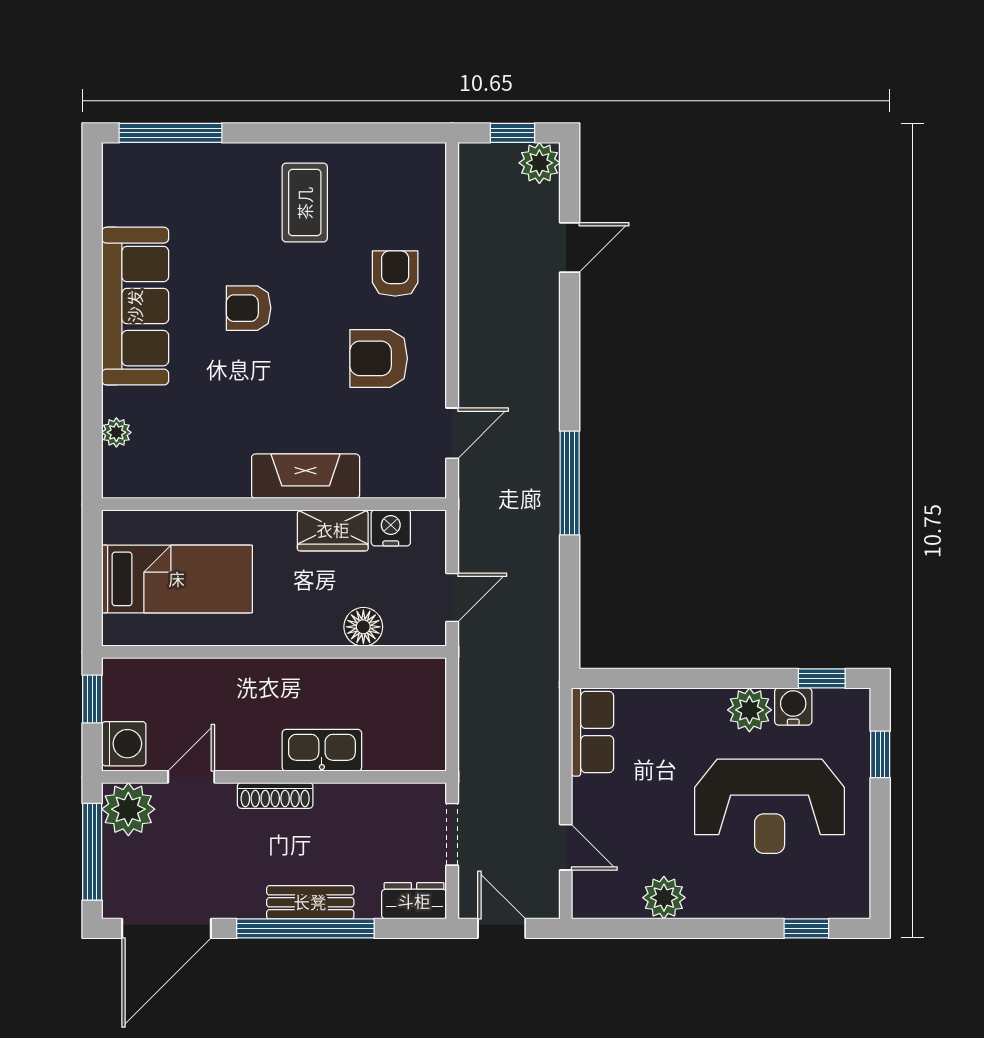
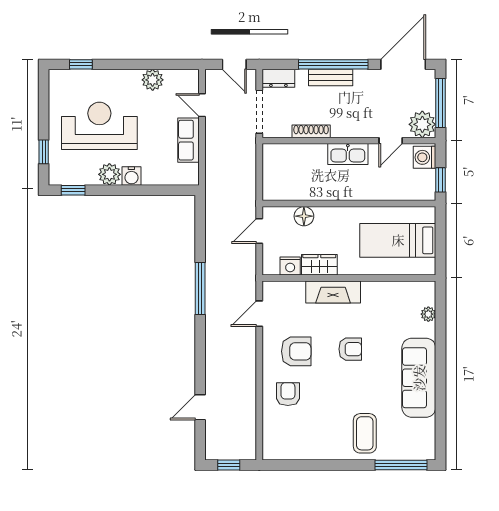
plant: (539, 163) -> (215, 450), removed
coffee table: (305, 203) -> (365, 433), moved
armchair: (395, 274) -> (288, 394), turned 180
armchair: (249, 308) -> (350, 349), moved
water cooler: (793, 706) -> (131, 176), moved
row of seats: (593, 732) -> (189, 140), moved
kitchen sink: (322, 750) -> (348, 154), moved
shoe rack: (275, 795) -> (311, 131), moved
doorway: (452, 834) -> (259, 112), width x1.38

